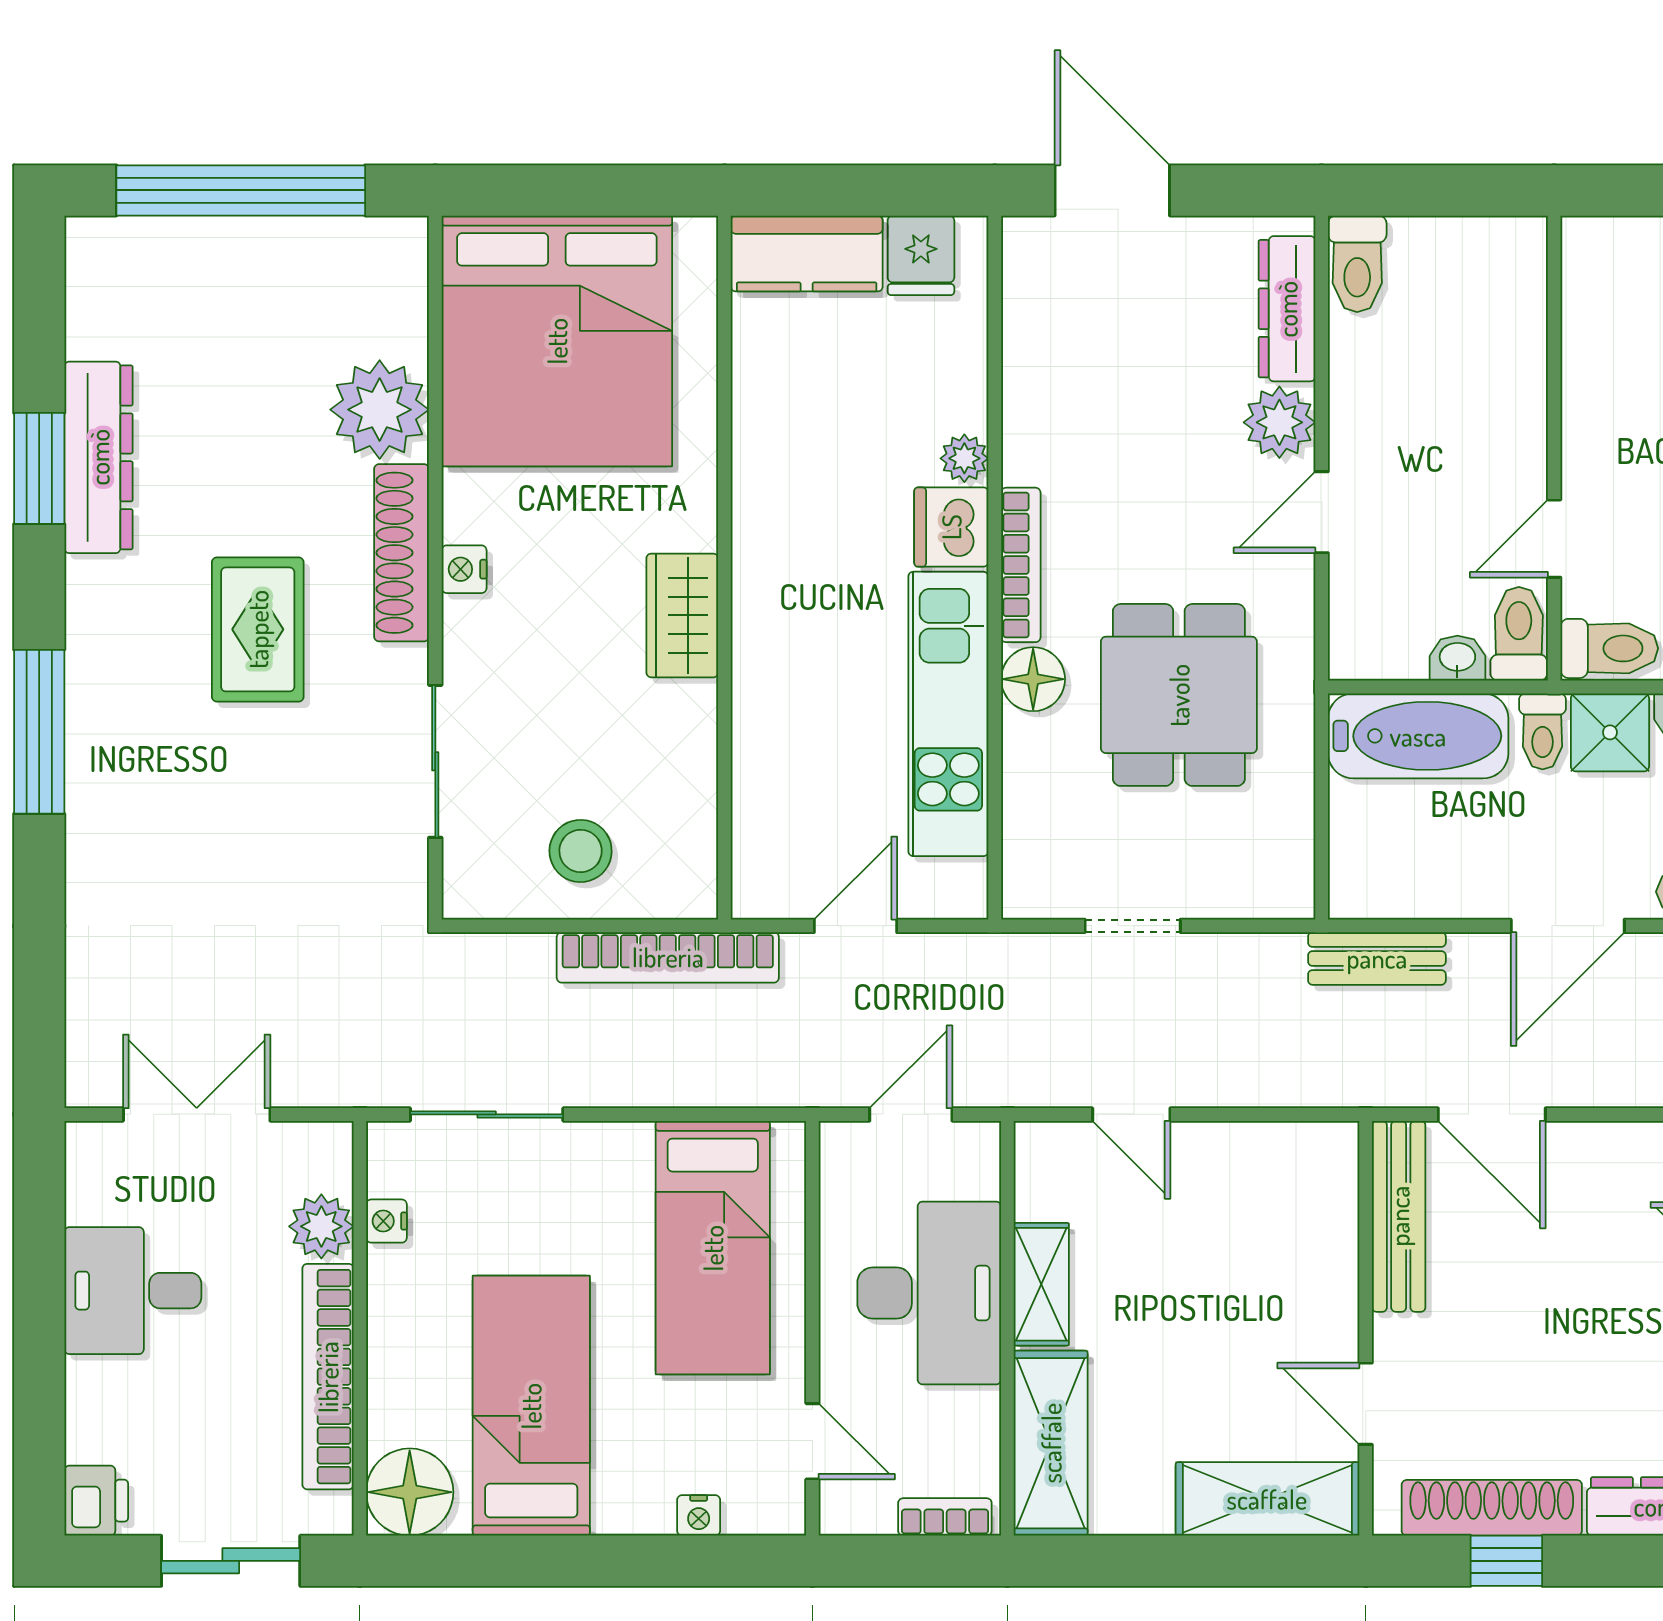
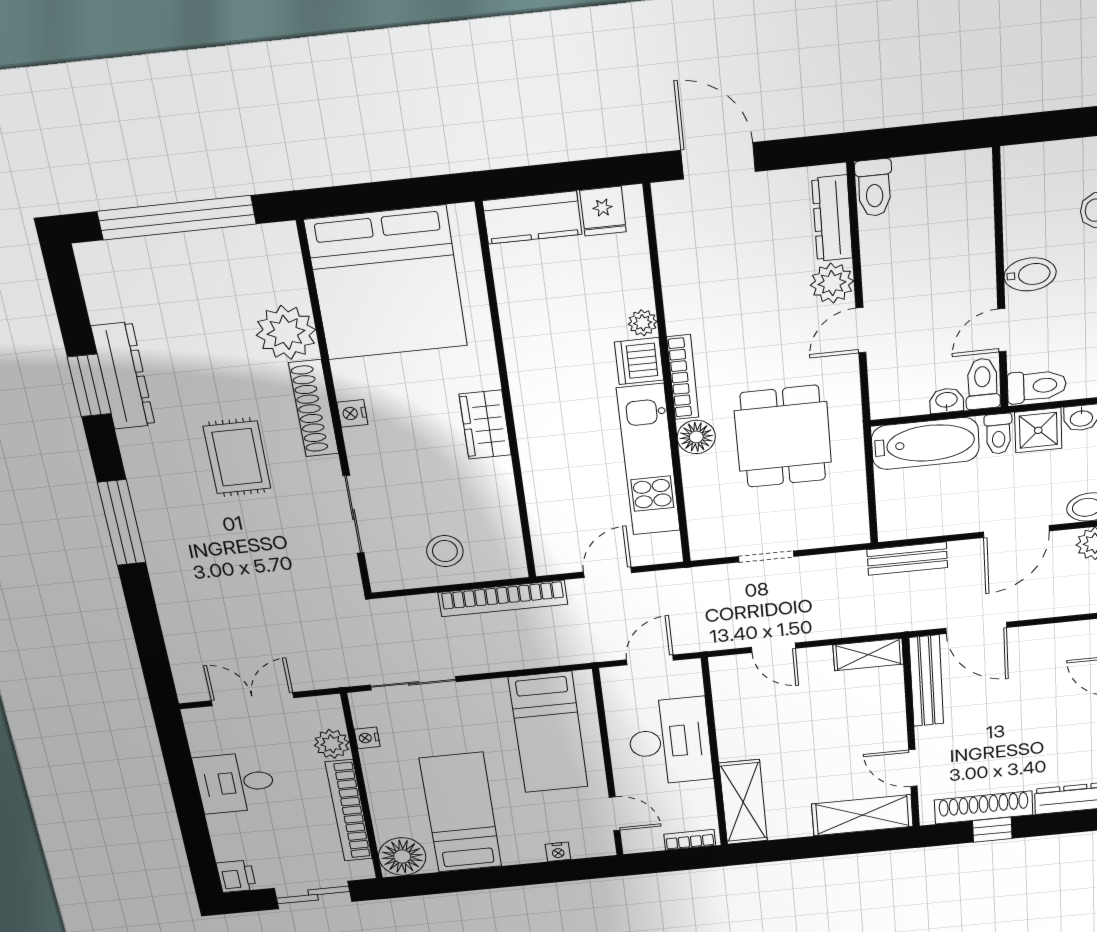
bidet: (1603, 443) -> (1030, 274), added
shelving: (1041, 1284) -> (868, 655), moved, turned 90

